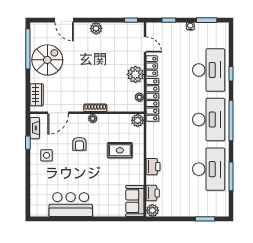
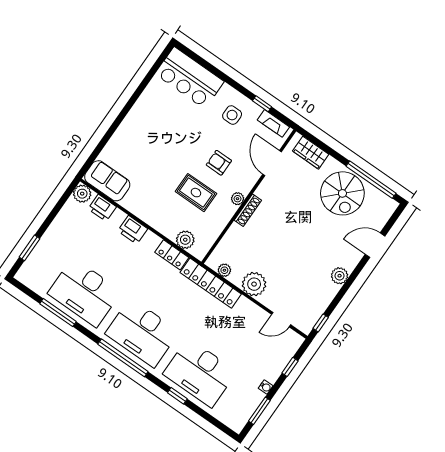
locker: (152, 66) -> (172, 255), moved
plant: (138, 120) -> (185, 240), moved
rug: (120, 150) -> (196, 193), moved, turned 90
bar counter: (71, 205) -> (190, 78), moved, turned 90

